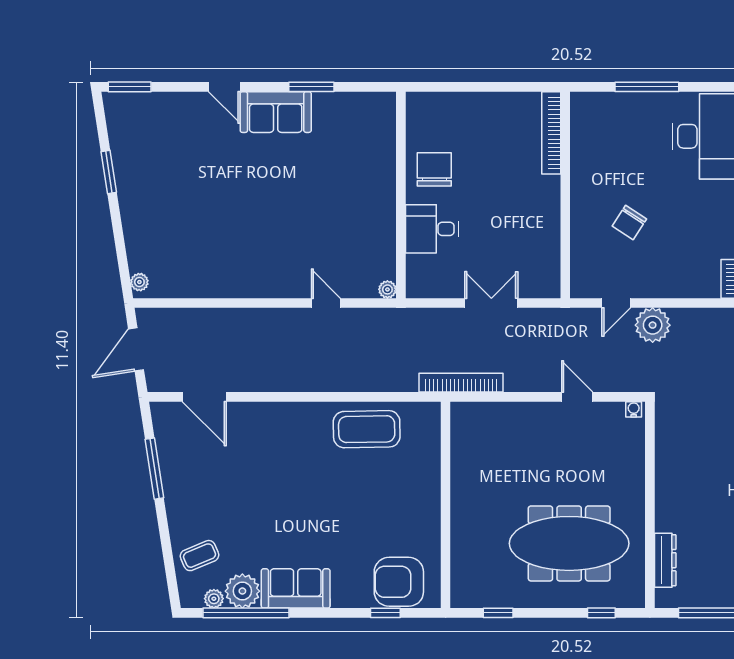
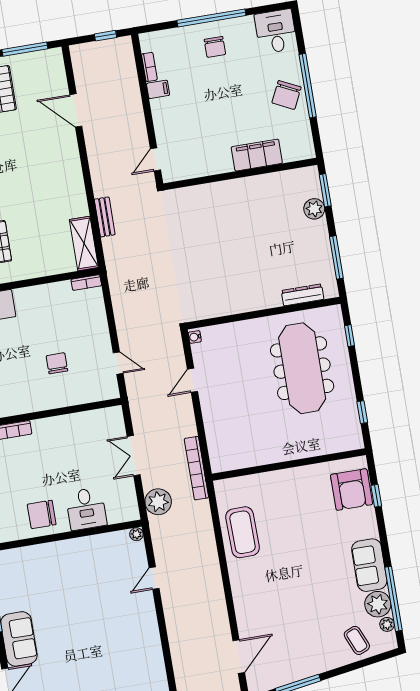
chair: (629, 223) -> (57, 363), turned -123
plant: (653, 325) -> (158, 502), moved

